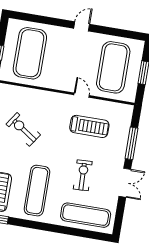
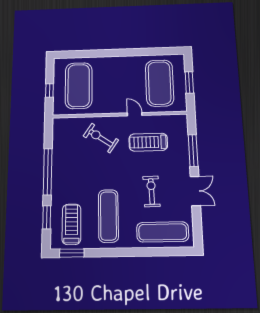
door: (82, 26) -> (122, 53), removed
treadmill: (89, 126) -> (148, 142), turned 180
exercise bike: (23, 129) -> (101, 138), moved

